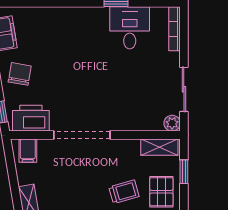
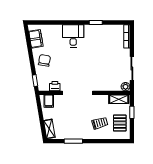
desk: (130, 28) -> (73, 36), moved
printer: (31, 118) -> (55, 86), width x0.53, depth x0.68

